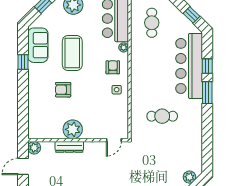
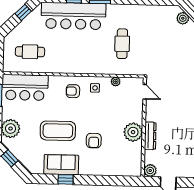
sofa: (38, 45) -> (61, 165), moved
plant: (124, 47) -> (116, 82), moved

